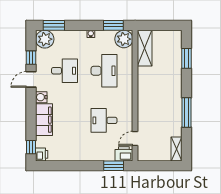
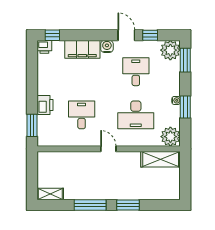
window: (113, 25) -> (185, 107), moved
window: (187, 58) -> (128, 205), moved
desk: (65, 71) -> (136, 72), turned 180
door: (135, 138) -> (108, 149), moved
printer: (124, 154) -> (45, 105), moved

